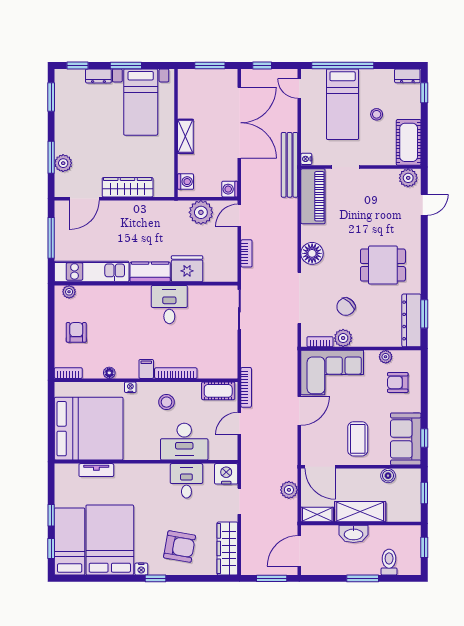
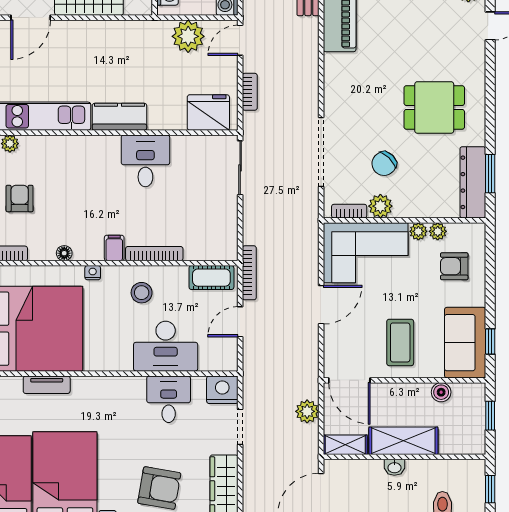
floor lamp: (312, 253) -> (338, 92), removed
fridge: (187, 269) -> (208, 113), moved
plant: (371, 357) -> (418, 231), added
washbasin: (354, 534) -> (394, 467), width x0.52, depth x0.69

